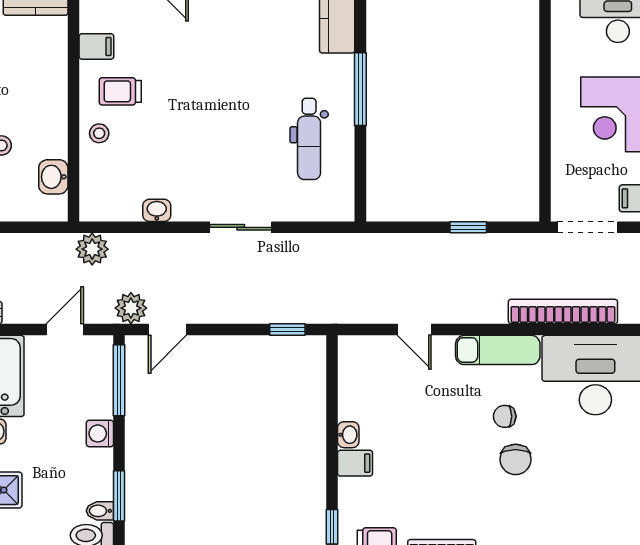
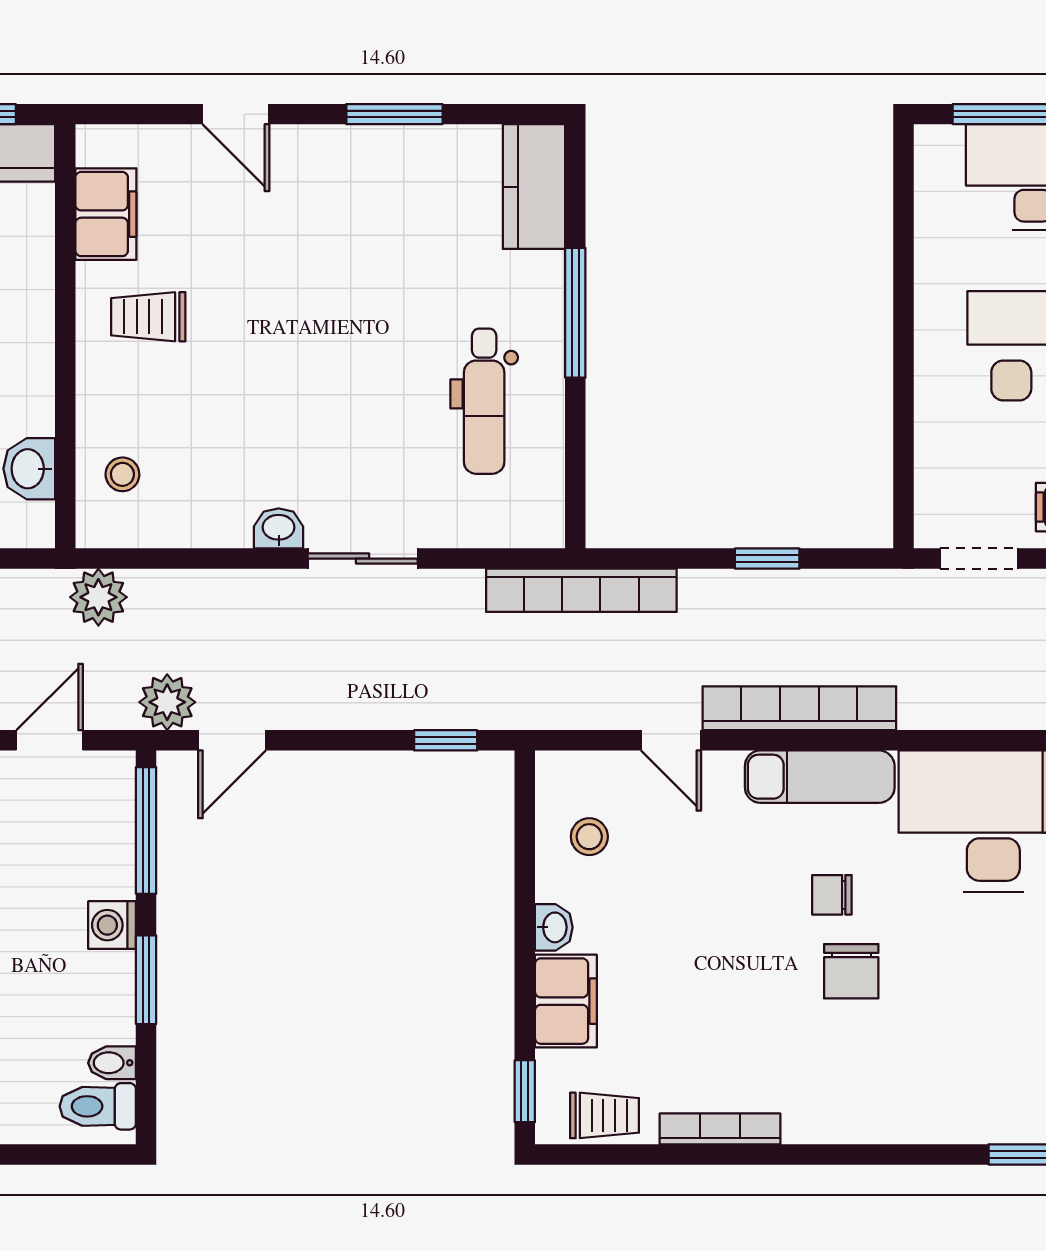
filing cabinet: (96, 46) -> (106, 214), width x2.00
stool: (99, 133) -> (122, 474), moved
washbasin: (157, 210) -> (279, 528), moved
doorway: (588, 227) -> (979, 559), width x0.73
bookcase: (364, 245) -> (581, 590), added
bookcase: (563, 311) -> (799, 708), moved
stool: (368, 384) -> (589, 837), added
filing cabinet: (355, 463) -> (566, 1001), width x2.00
window: (119, 496) -> (146, 980), moved

